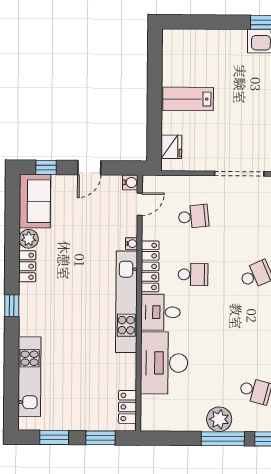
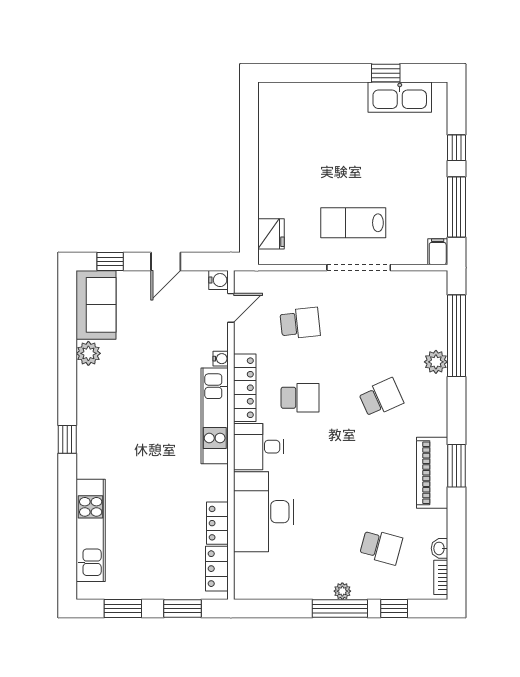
lab bench: (188, 99) -> (353, 223), moved
locker: (27, 266) -> (217, 523), moved, turned 180
kitchen unit: (126, 302) -> (215, 416), width x0.73
plant: (219, 419) -> (342, 591), width x0.53, depth x0.53

